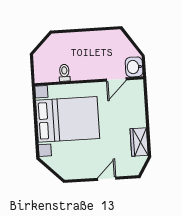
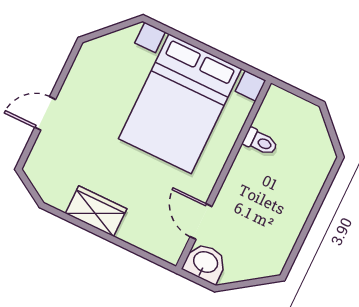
wardrobe: (139, 142) -> (96, 211), moved
door: (107, 179) -> (45, 113), swing flipped

